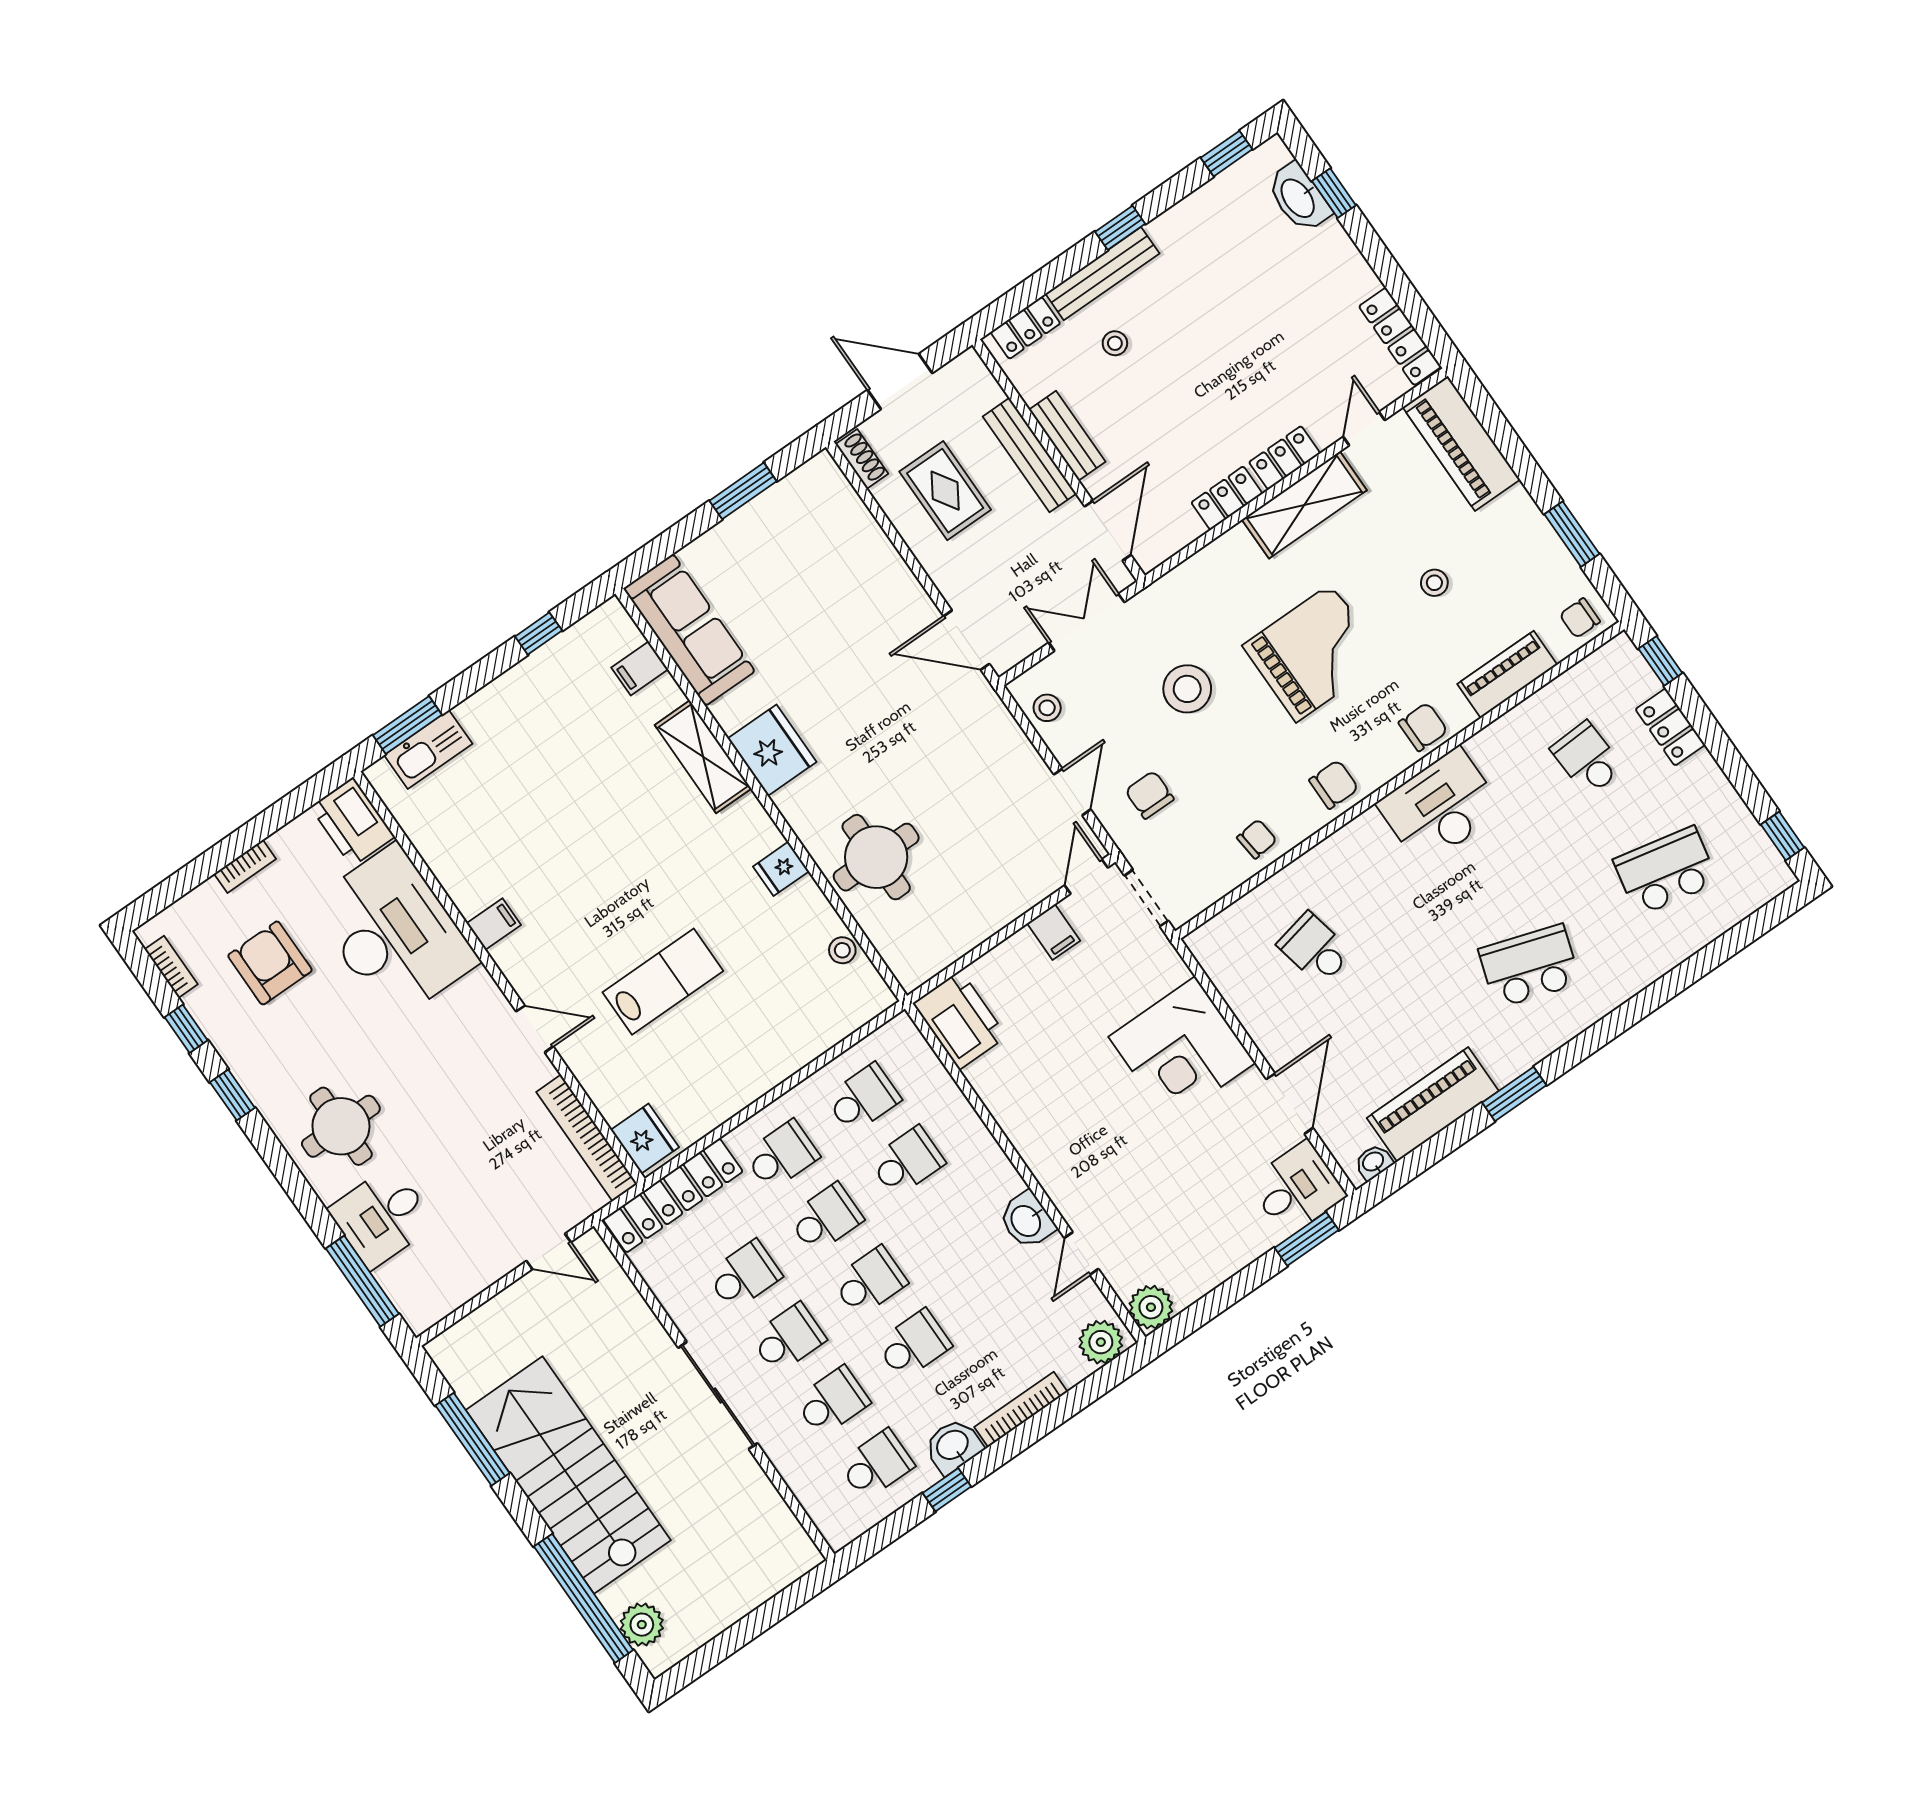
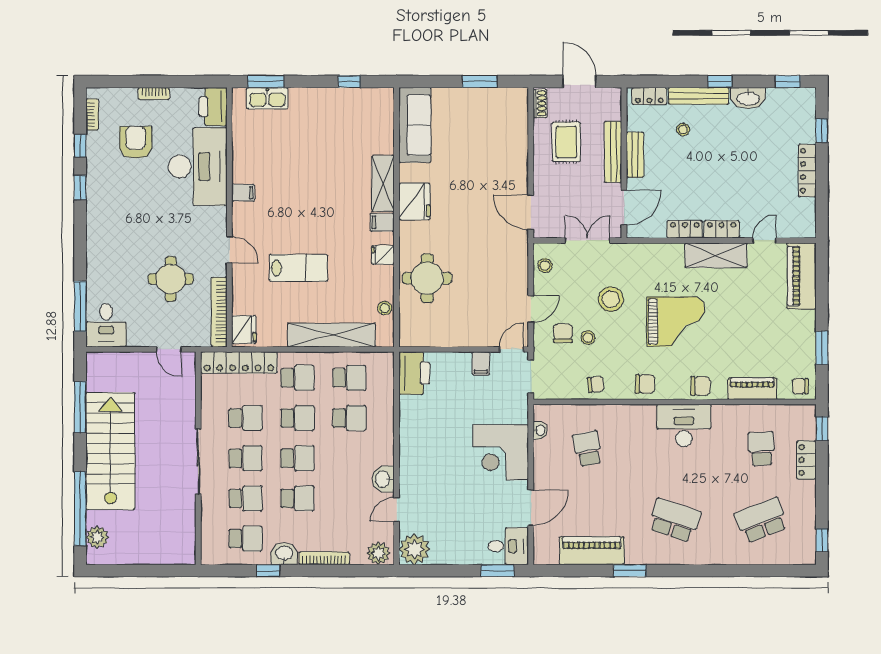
washbasin: (1299, 198) -> (748, 98), moved, turned -90
locker: (1400, 336) -> (807, 171), moved
stool: (1434, 583) -> (588, 338), moved
filing cabinet: (640, 668) -> (382, 222), moved
school desk: (1666, 871) -> (761, 520), turned -33
shelving: (788, 1051) -> (331, 335), added
round table: (341, 1126) -> (171, 279), moved
washbasin: (1373, 1162) -> (540, 430), moved, turned 90
desk: (382, 1217) -> (106, 325), moved, turned -90
plant: (1151, 1307) -> (414, 549), width x1.36, depth x1.36

